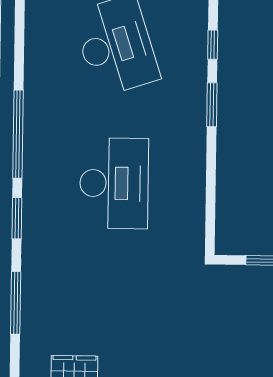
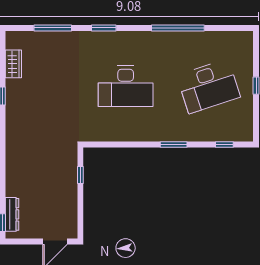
window: (213, 45) -> (224, 144), moved
window: (18, 134) -> (178, 28), moved

